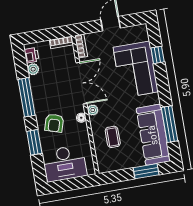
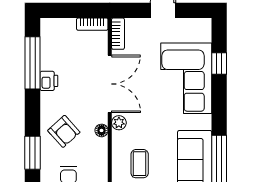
printer: (31, 55) -> (49, 81), moved
plant: (33, 69) -> (48, 54), removed
window: (27, 97) -> (33, 63), moved
armchair: (54, 123) -> (64, 131), turned -59

